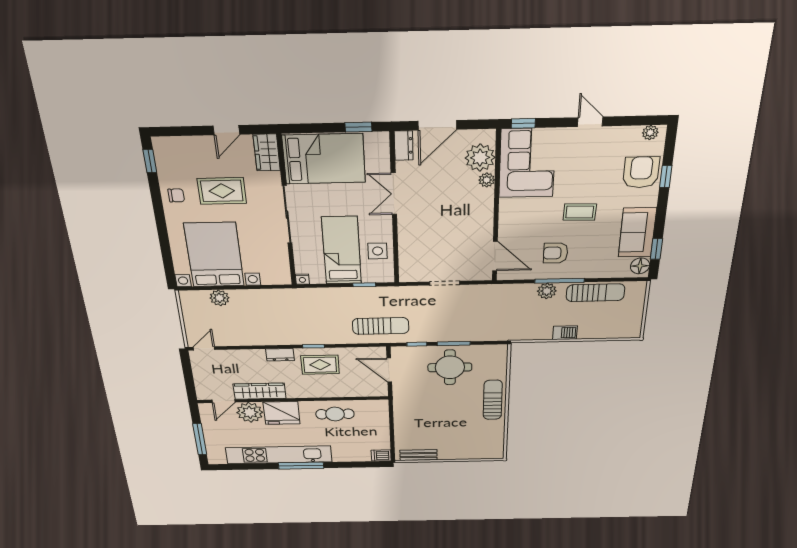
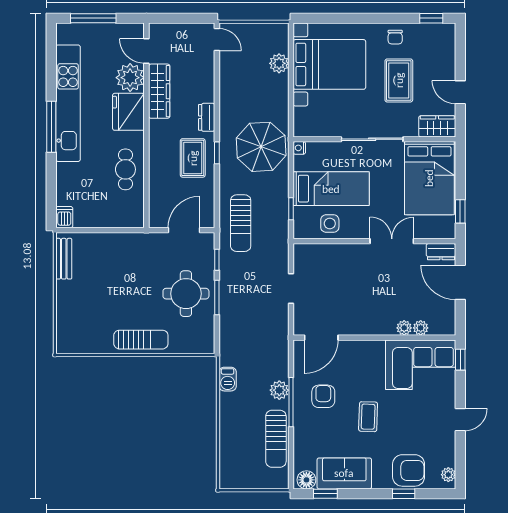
plant: (480, 158) -> (421, 328), width x0.53, depth x0.53
parasol: (304, 311) -> (261, 147), added
barbecue: (565, 333) -> (228, 379), moved

